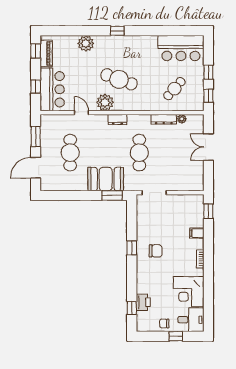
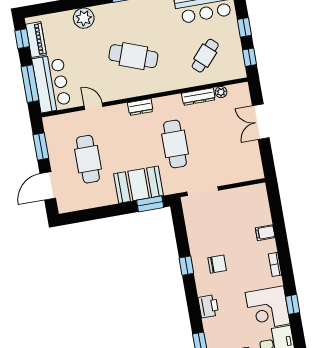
window: (36, 87) -> (30, 84), width x2.17
plant: (105, 102) -> (121, 88), removed
window: (208, 211) -> (293, 304), moved
printer: (143, 302) -> (208, 306), moved

